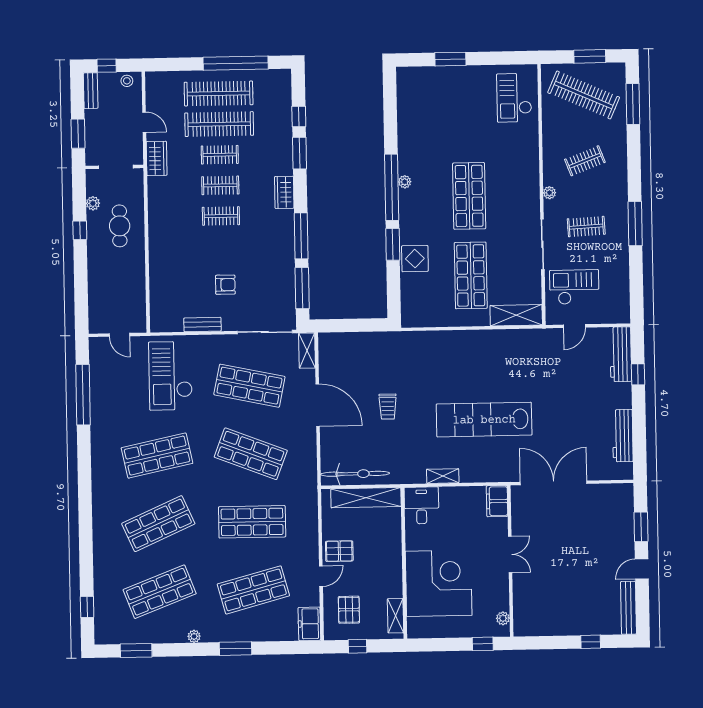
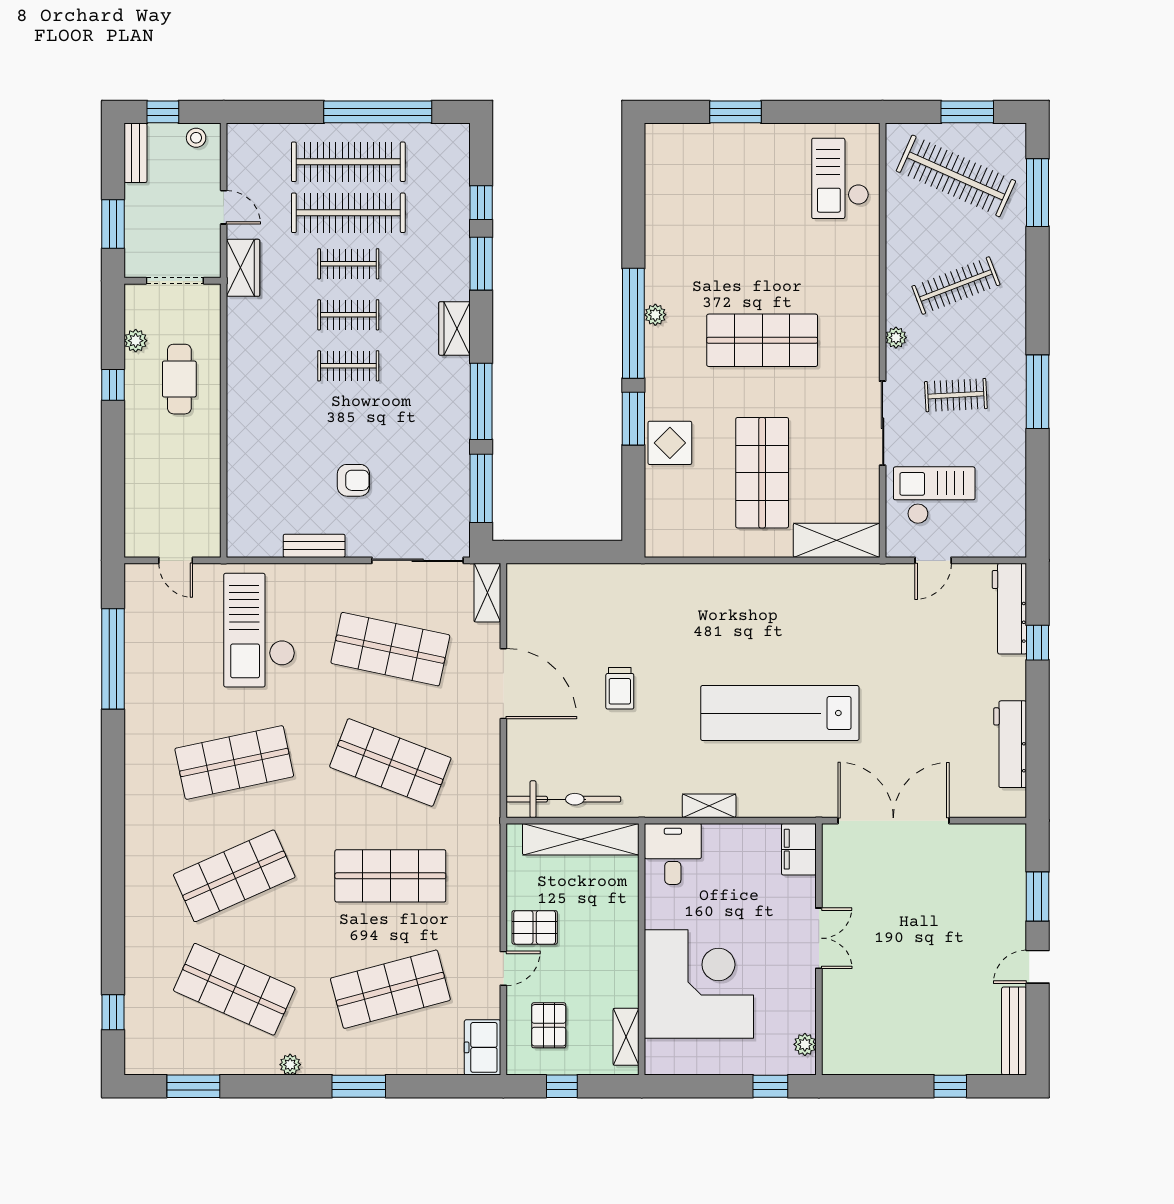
clothes rail: (585, 161) -> (956, 286), width x1.36
shop shelf: (469, 196) -> (762, 340), turned 90
shop shelf: (160, 592) -> (234, 989), turned 45

